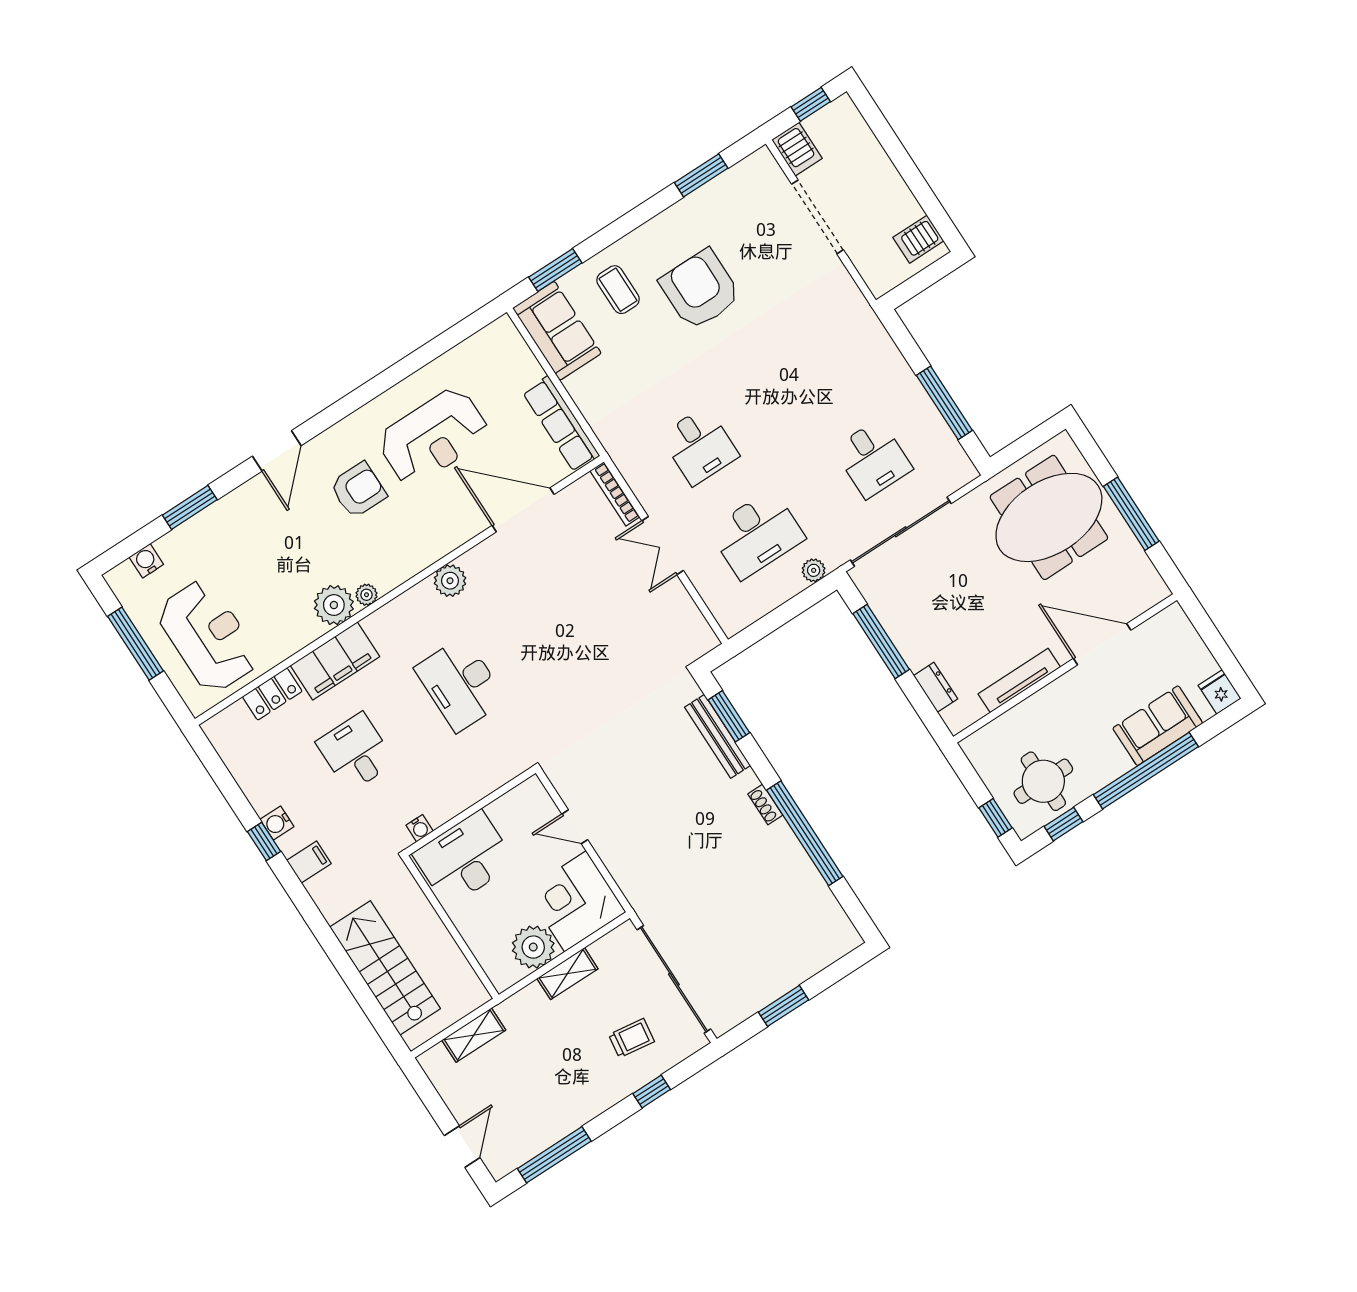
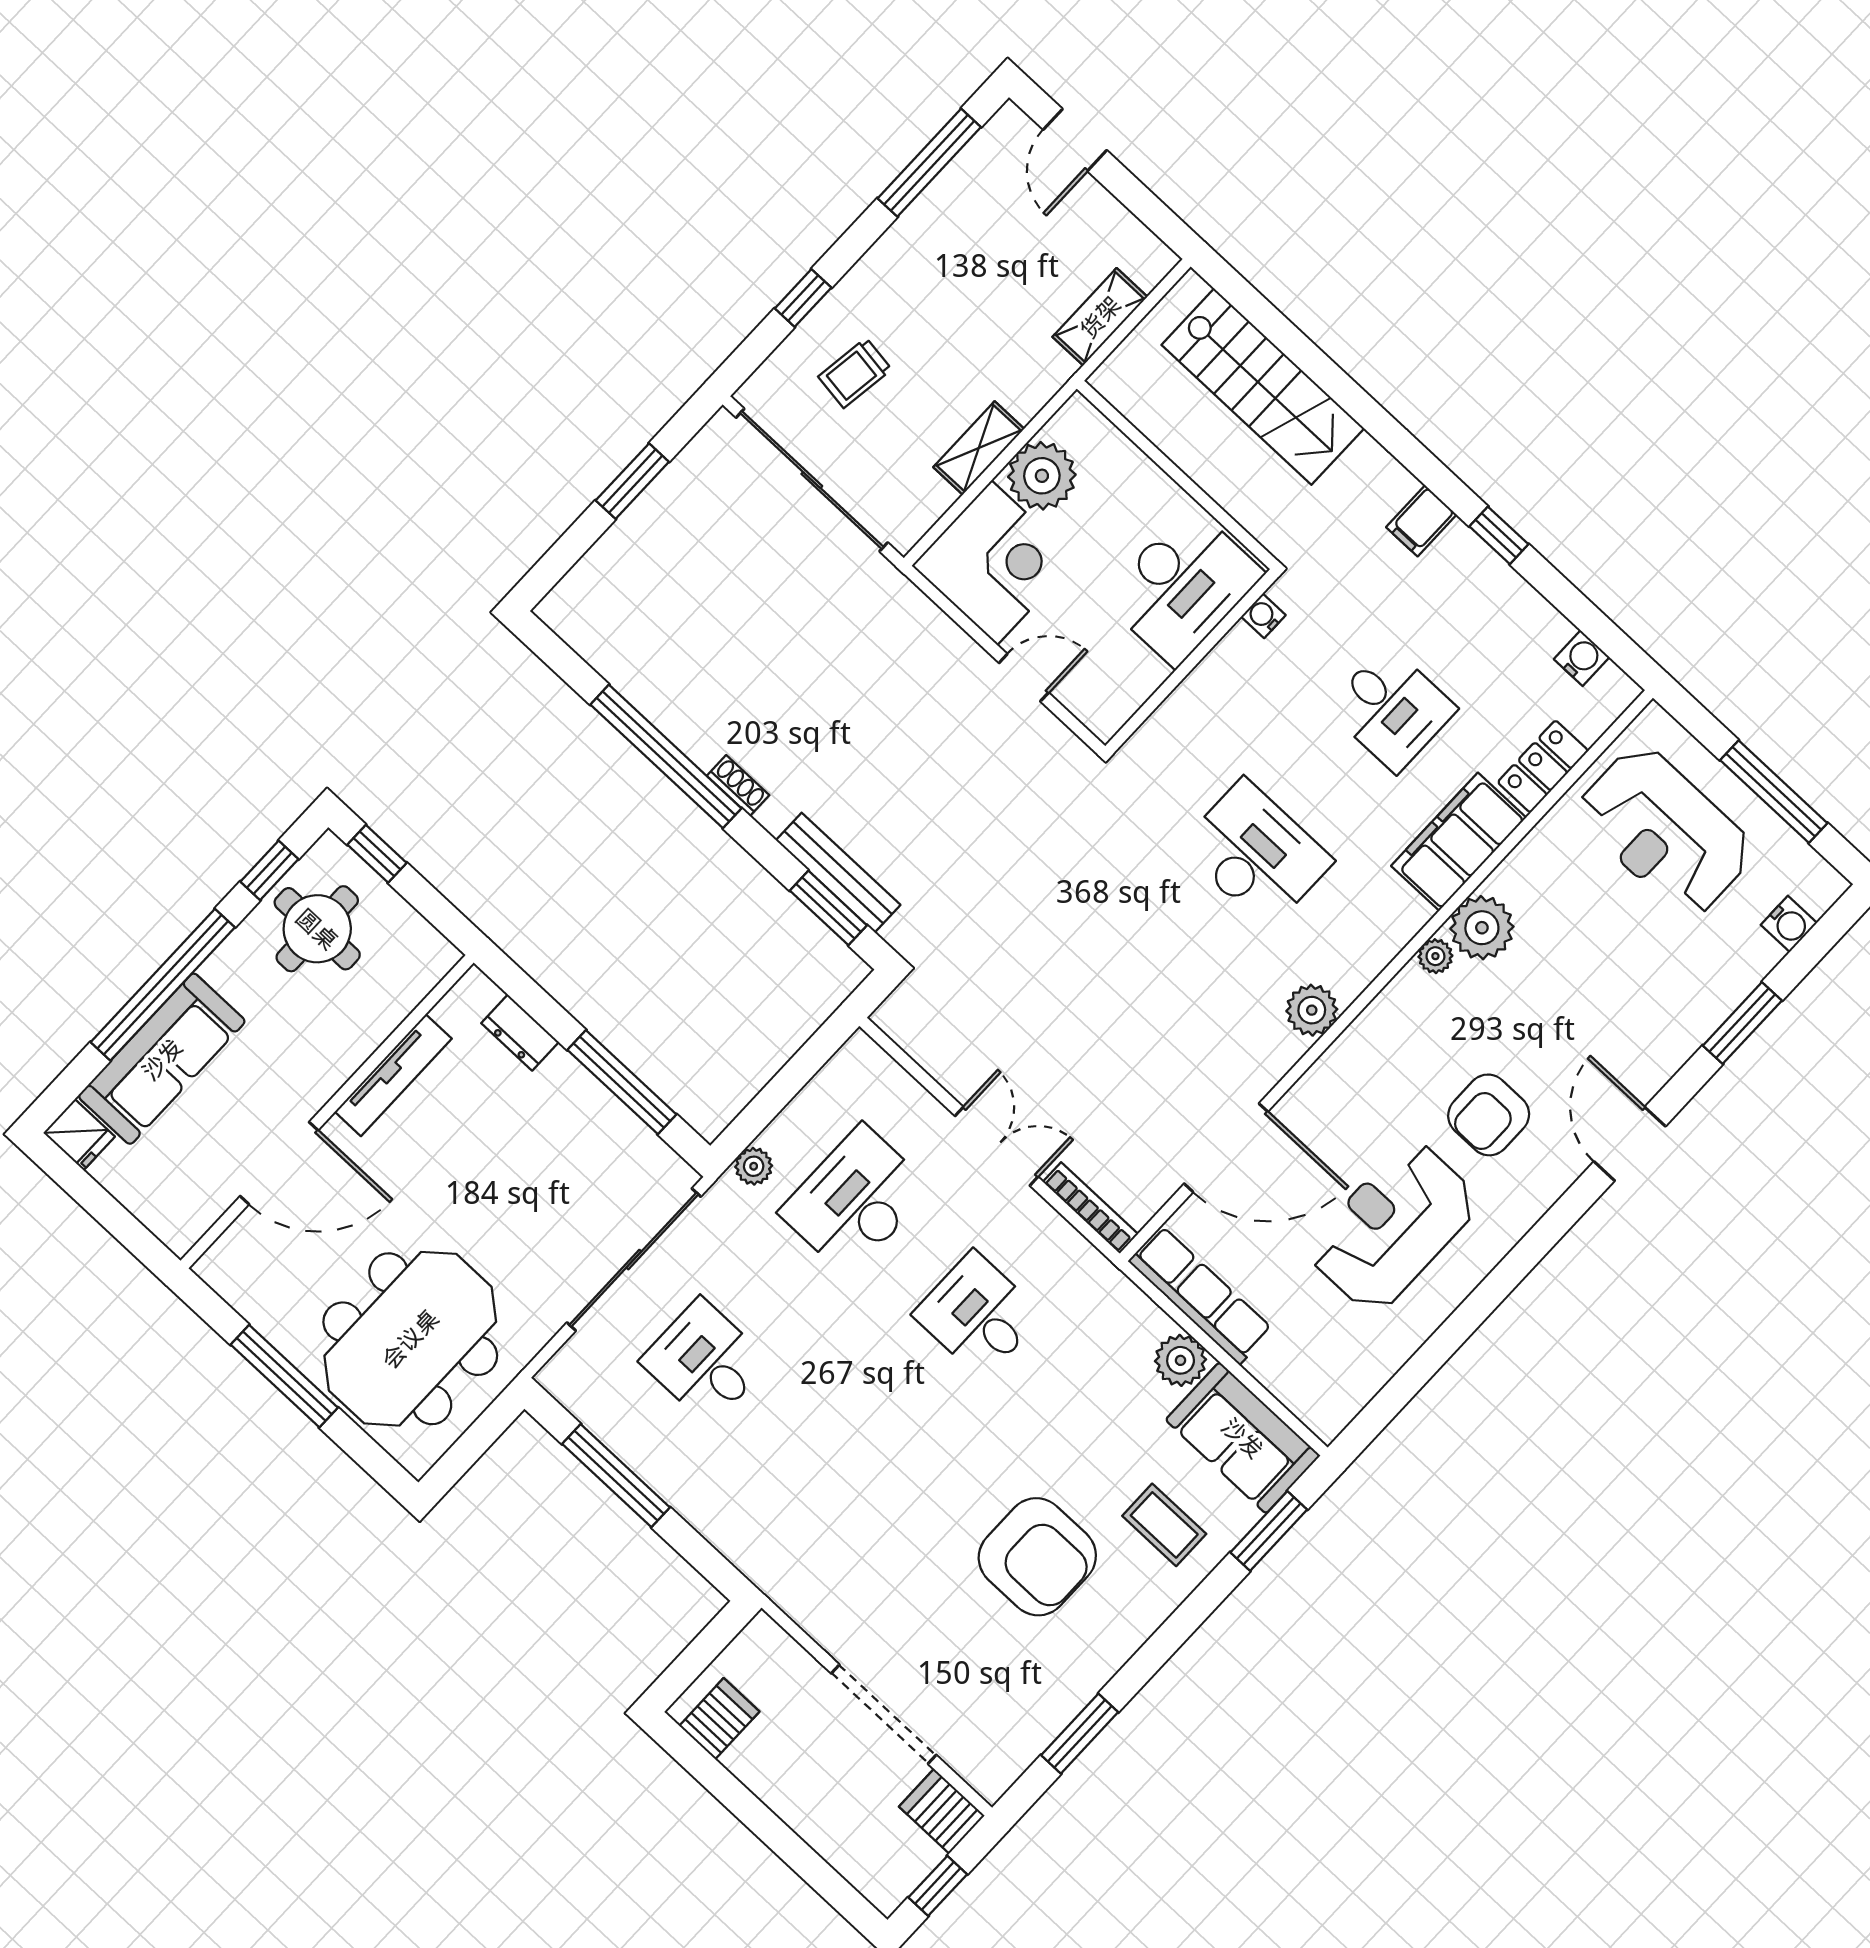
plant: (583, 387) -> (1181, 1360), added
sofa: (1158, 726) -> (162, 1059), width x1.36
water cooler: (277, 823) -> (1582, 658), moved

